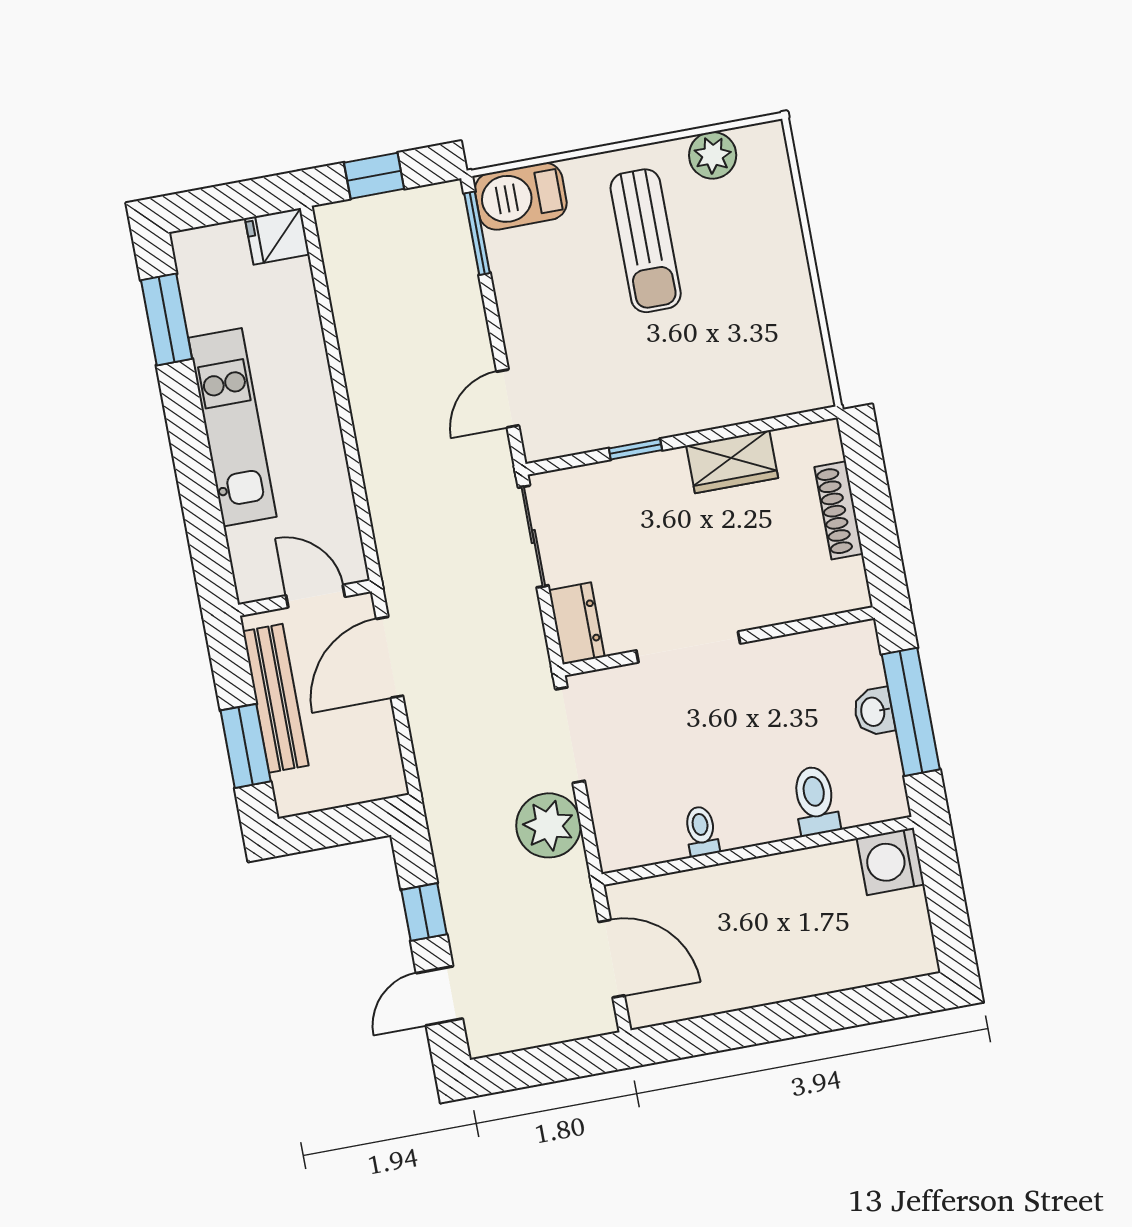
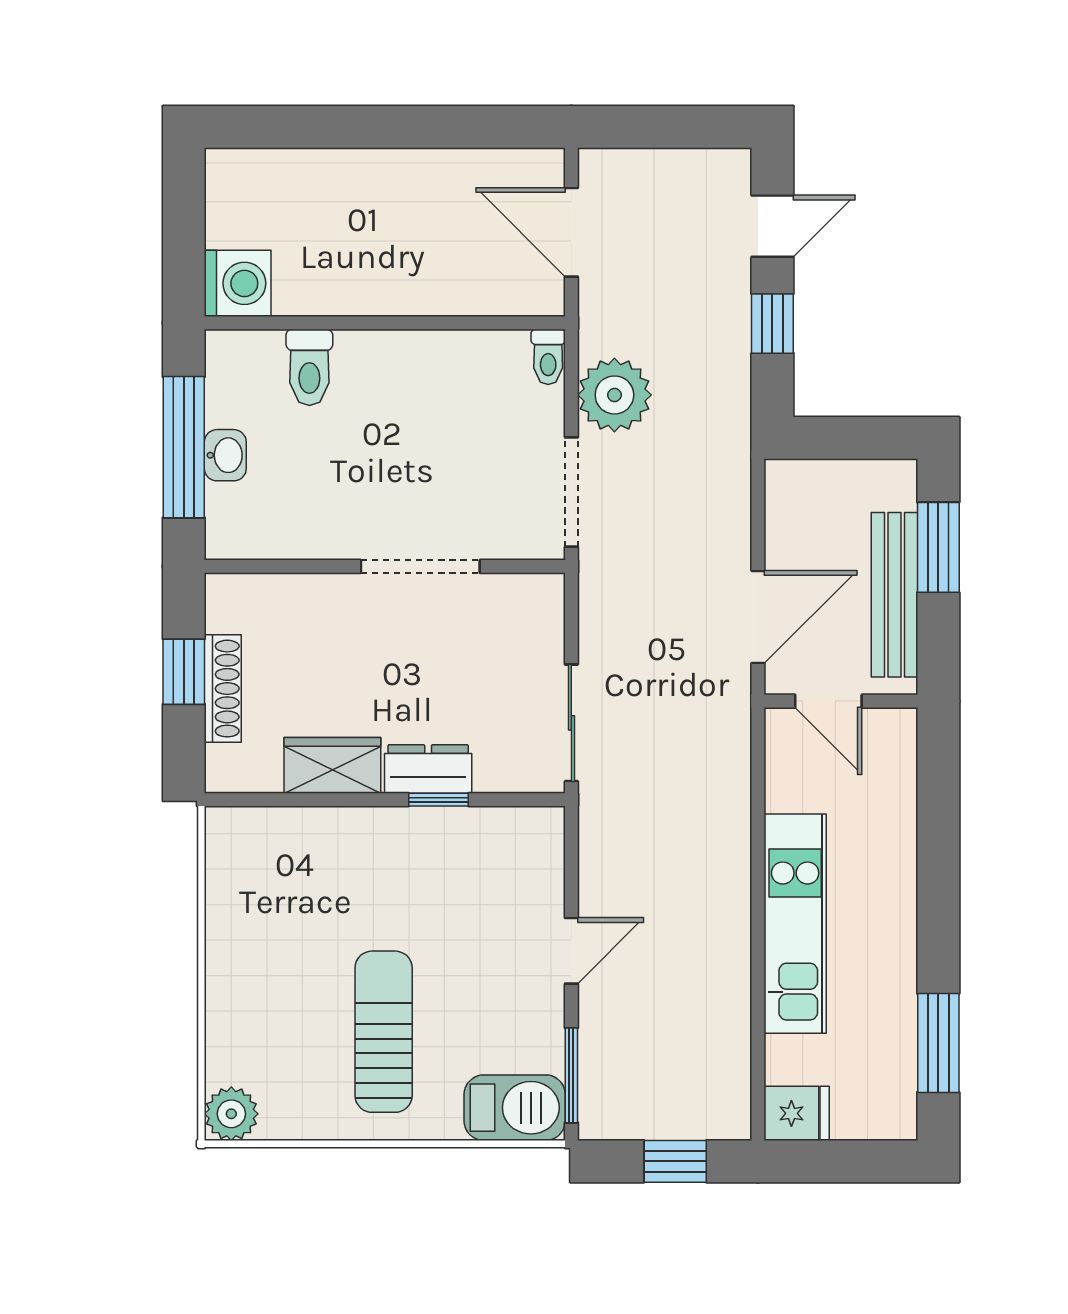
plant: (713, 155) -> (231, 1114), moved
door: (508, 398) -> (571, 951), moved
kitchen unit: (232, 427) -> (795, 924), moved, turned 180
window: (875, 519) -> (184, 672), added
dresser: (577, 623) -> (428, 769), moved, turned 90
toilet: (701, 831) -> (548, 357), moved

